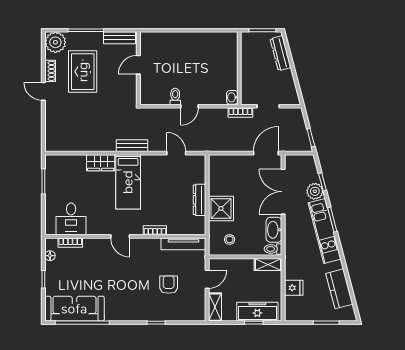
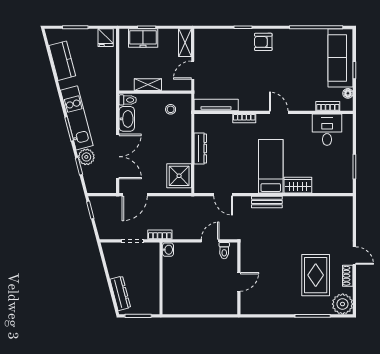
bench: (119, 38) -> (279, 308), removed
door: (138, 65) -> (239, 282), moved
wall: (138, 68) -> (239, 278), moved
shower: (221, 208) -> (179, 176), moved
shelving: (268, 264) -> (148, 85), moved
armchair: (169, 285) -> (263, 42), moved, turned 90
fridge: (294, 288) -> (106, 38), moved, turned -90
sofa: (74, 309) -> (341, 58), moved, turned 90
freezer: (257, 312) -> (143, 38), width x0.71

